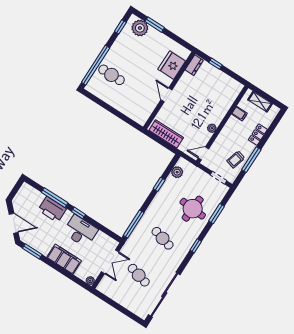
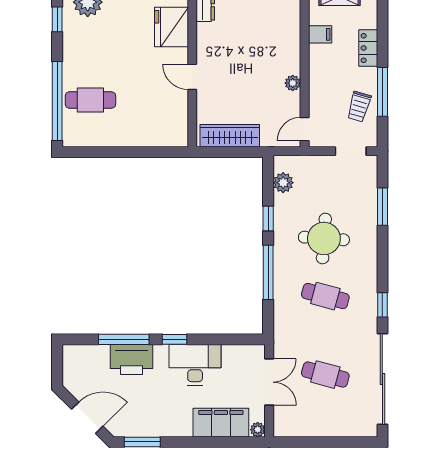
round table: (193, 209) -> (324, 238), moved
window: (134, 224) -> (268, 272), moved
window: (196, 246) -> (382, 305), moved
filing cabinet: (64, 259) -> (221, 423), moved

